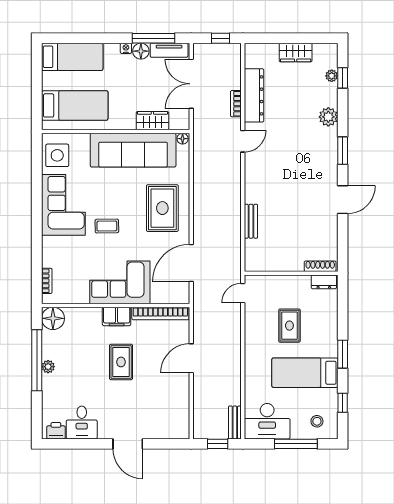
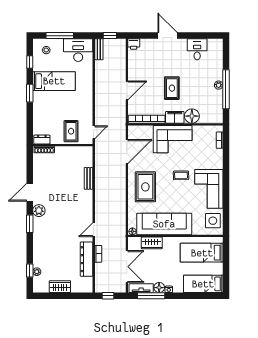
plant: (328, 117) -> (39, 211), moved
floor lamp: (53, 318) -> (192, 116), moved
rug: (289, 326) -> (71, 131), moved
printer: (56, 431) -> (134, 44), moved

